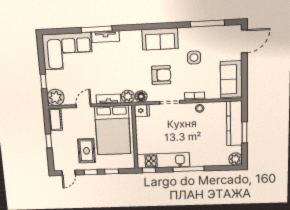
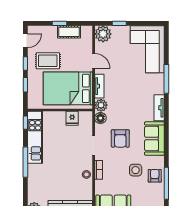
tv unit: (105, 37) -> (159, 108), moved
armchair: (200, 37) -> (155, 176), added
fridge: (142, 111) -> (72, 118), moved
cot: (55, 120) -> (69, 32), moved
door: (69, 173) -> (25, 41), swing flipped

